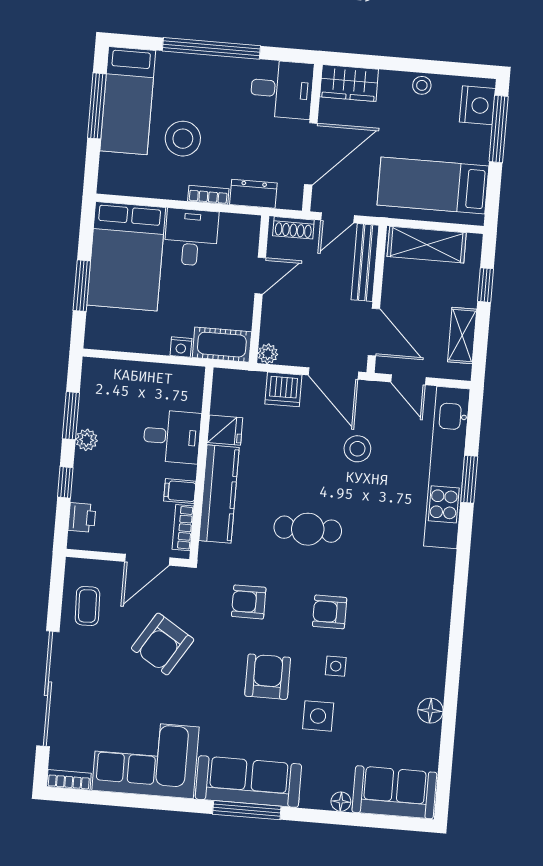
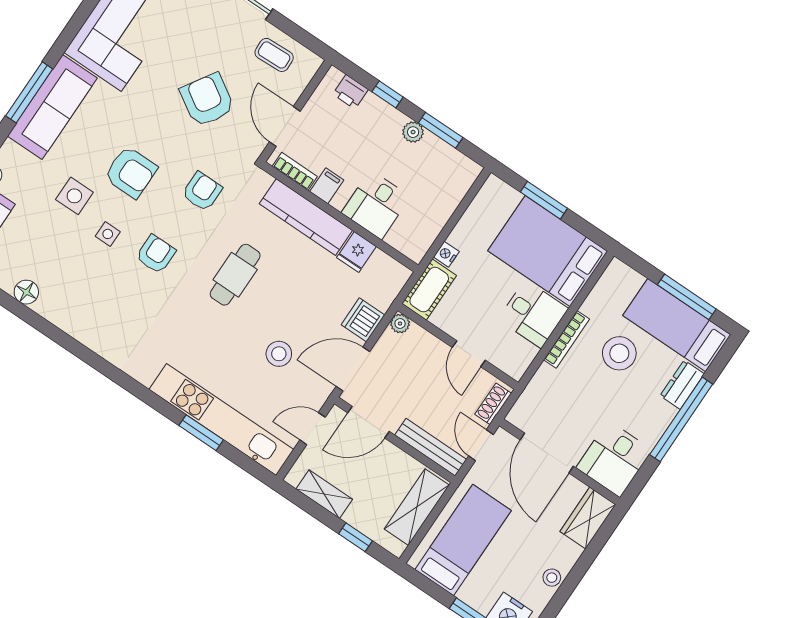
dresser: (253, 194) -> (682, 385), moved, turned 180
bookcase: (208, 195) -> (566, 339), width x1.56

